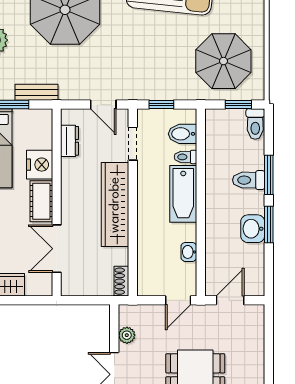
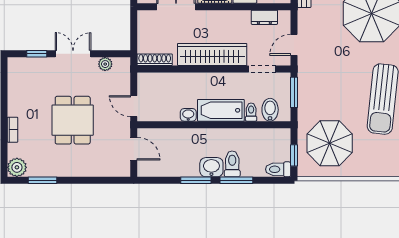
window: (161, 105) -> (294, 92), width x1.50
washbasin: (253, 229) -> (211, 167), moved
washbasin: (189, 252) -> (188, 115), moved
shoe rack: (121, 281) -> (155, 60), width x1.43

